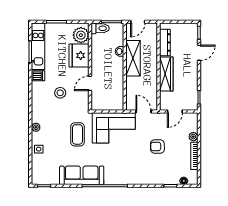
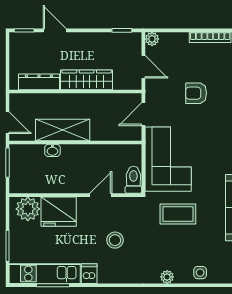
toilet: (100, 28) -> (133, 180), moved
door: (90, 83) -> (101, 195), swing flipped
plant: (193, 137) -> (152, 39), moved
armchair: (157, 146) -> (196, 93), turned 91

